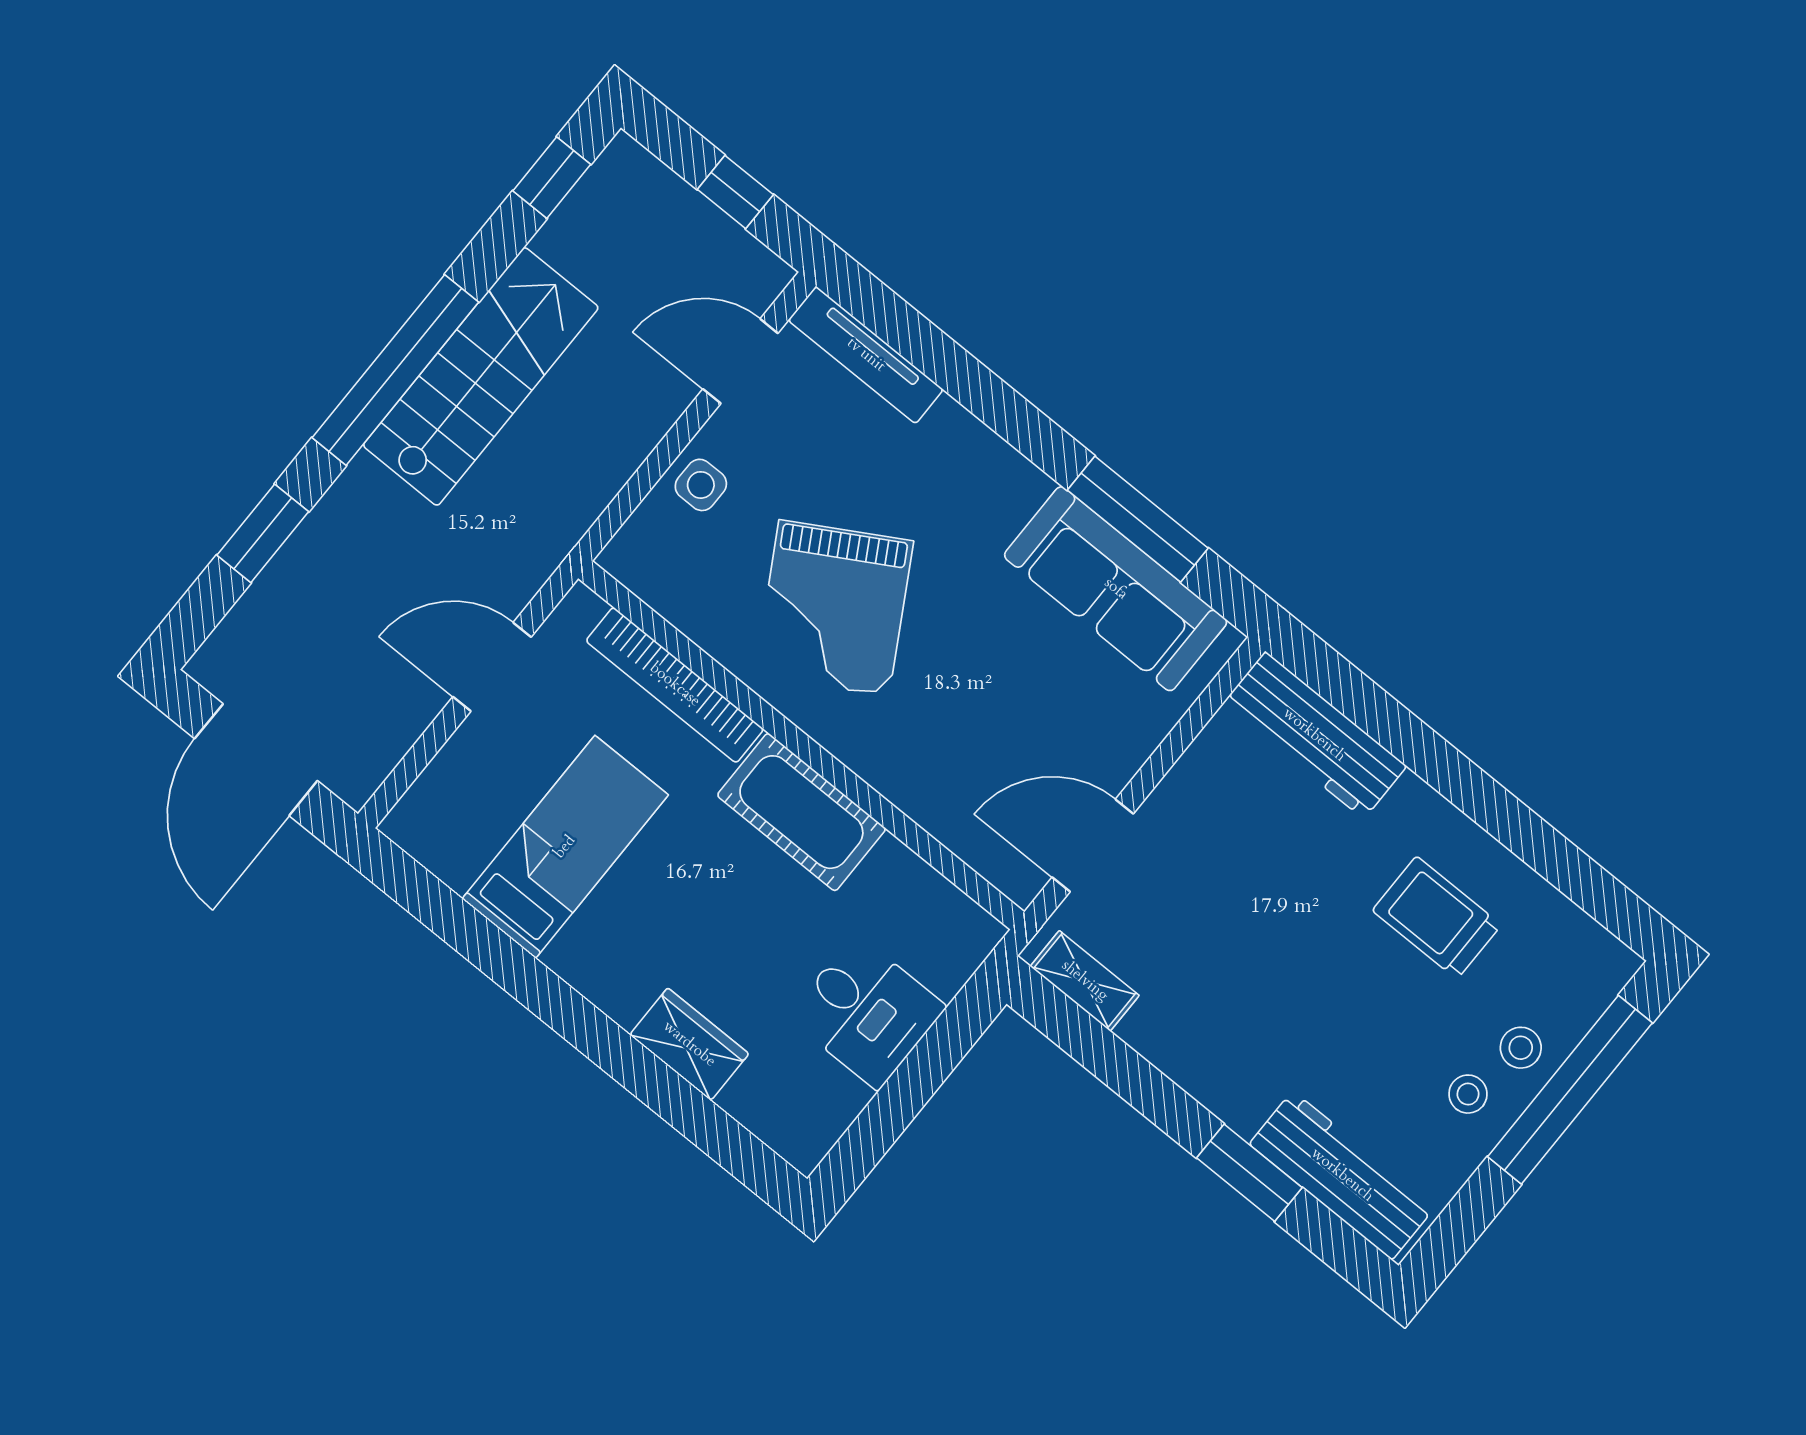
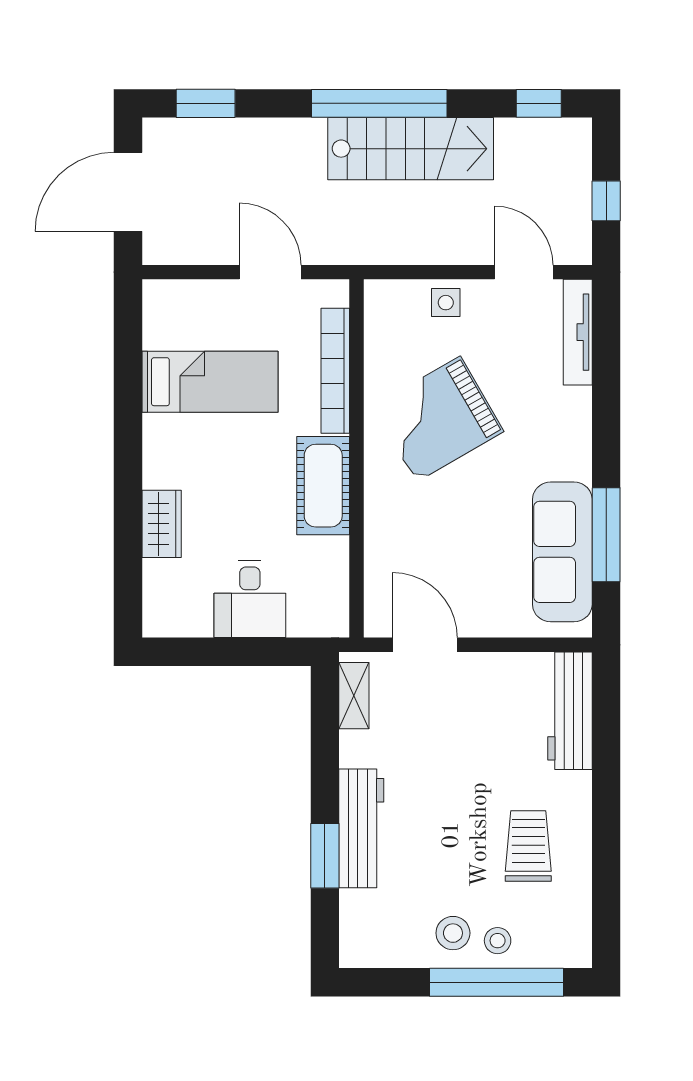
window: (263, 533) -> (206, 103), moved
stool: (1468, 1094) -> (453, 933), width x1.37, depth x1.37
workbench: (1342, 1175) -> (361, 828), moved

